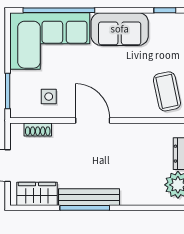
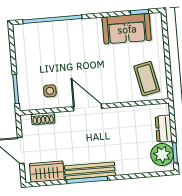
sofa: (120, 29) -> (127, 29), moved
corner sofa: (50, 41) -> (47, 45), removed

